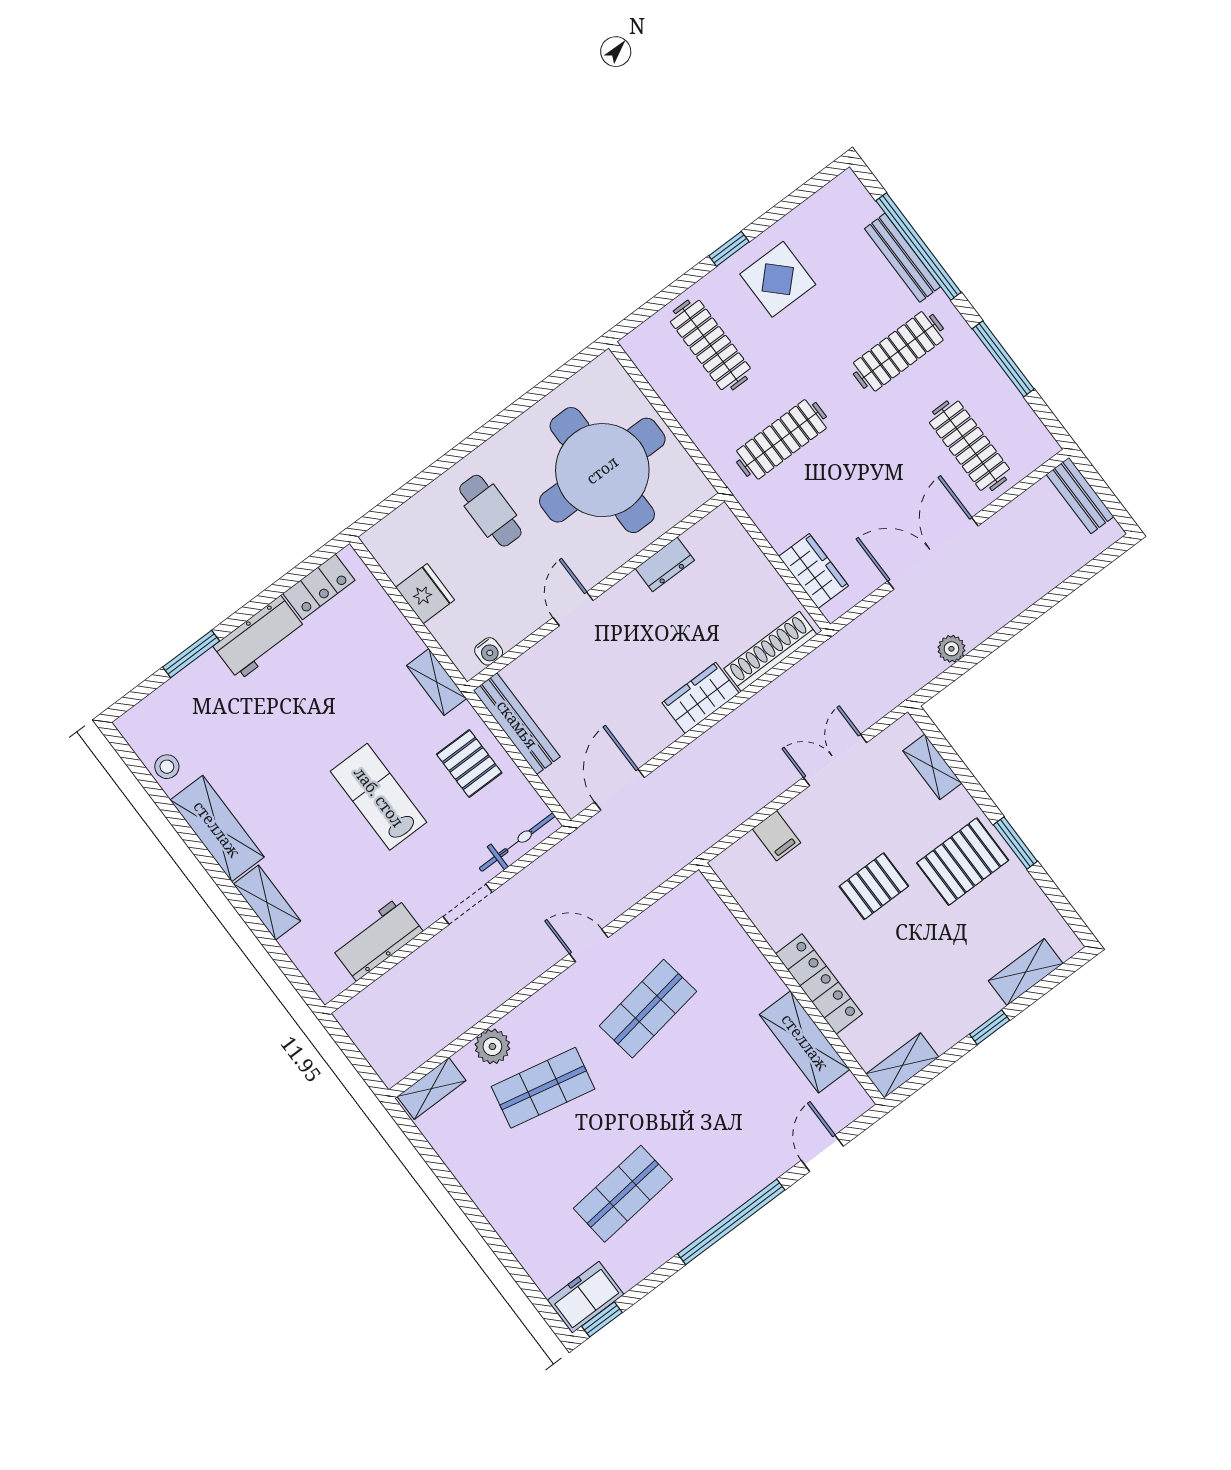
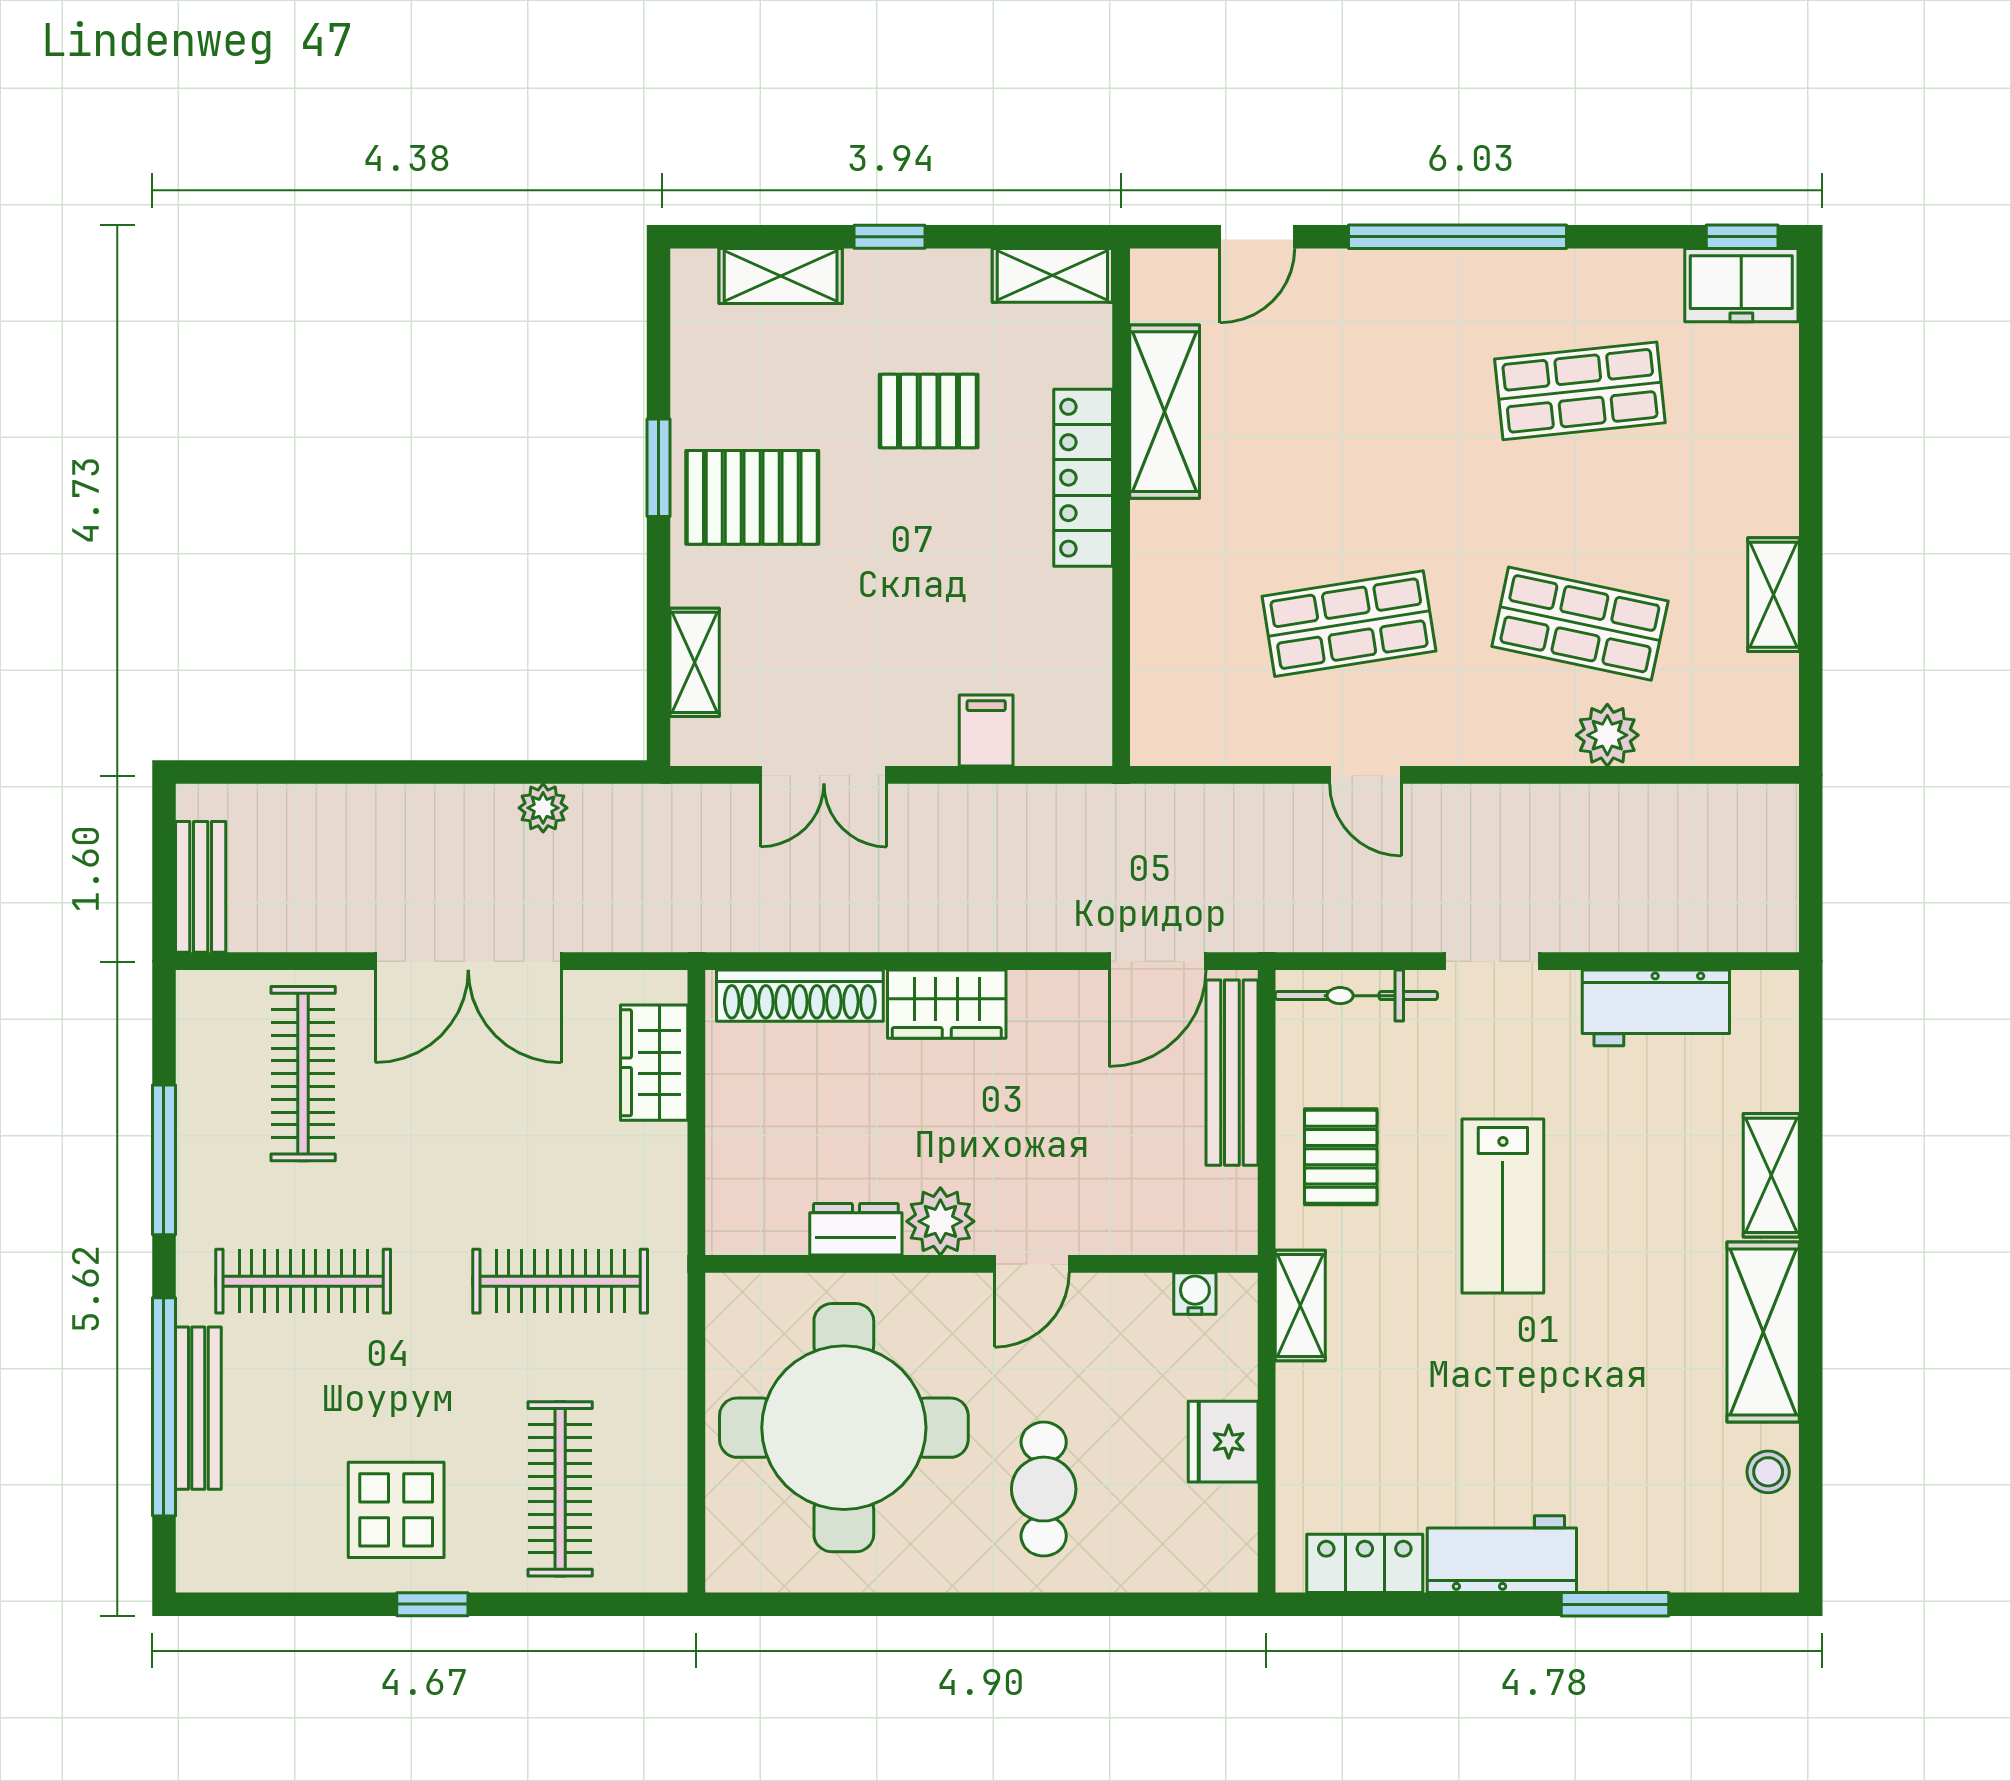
plant: (629, 597) -> (940, 1221), added
bench: (517, 724) -> (1232, 1073), moved
pallet: (874, 886) -> (929, 411), moved
shelving: (432, 1089) -> (1773, 595), moved, turned 90

